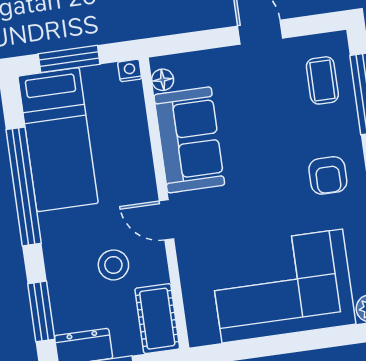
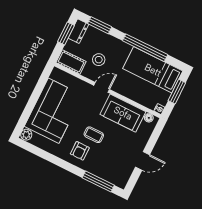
coffee table: (322, 80) -> (94, 135), moved
armchair: (328, 175) -> (80, 151), turned -90

